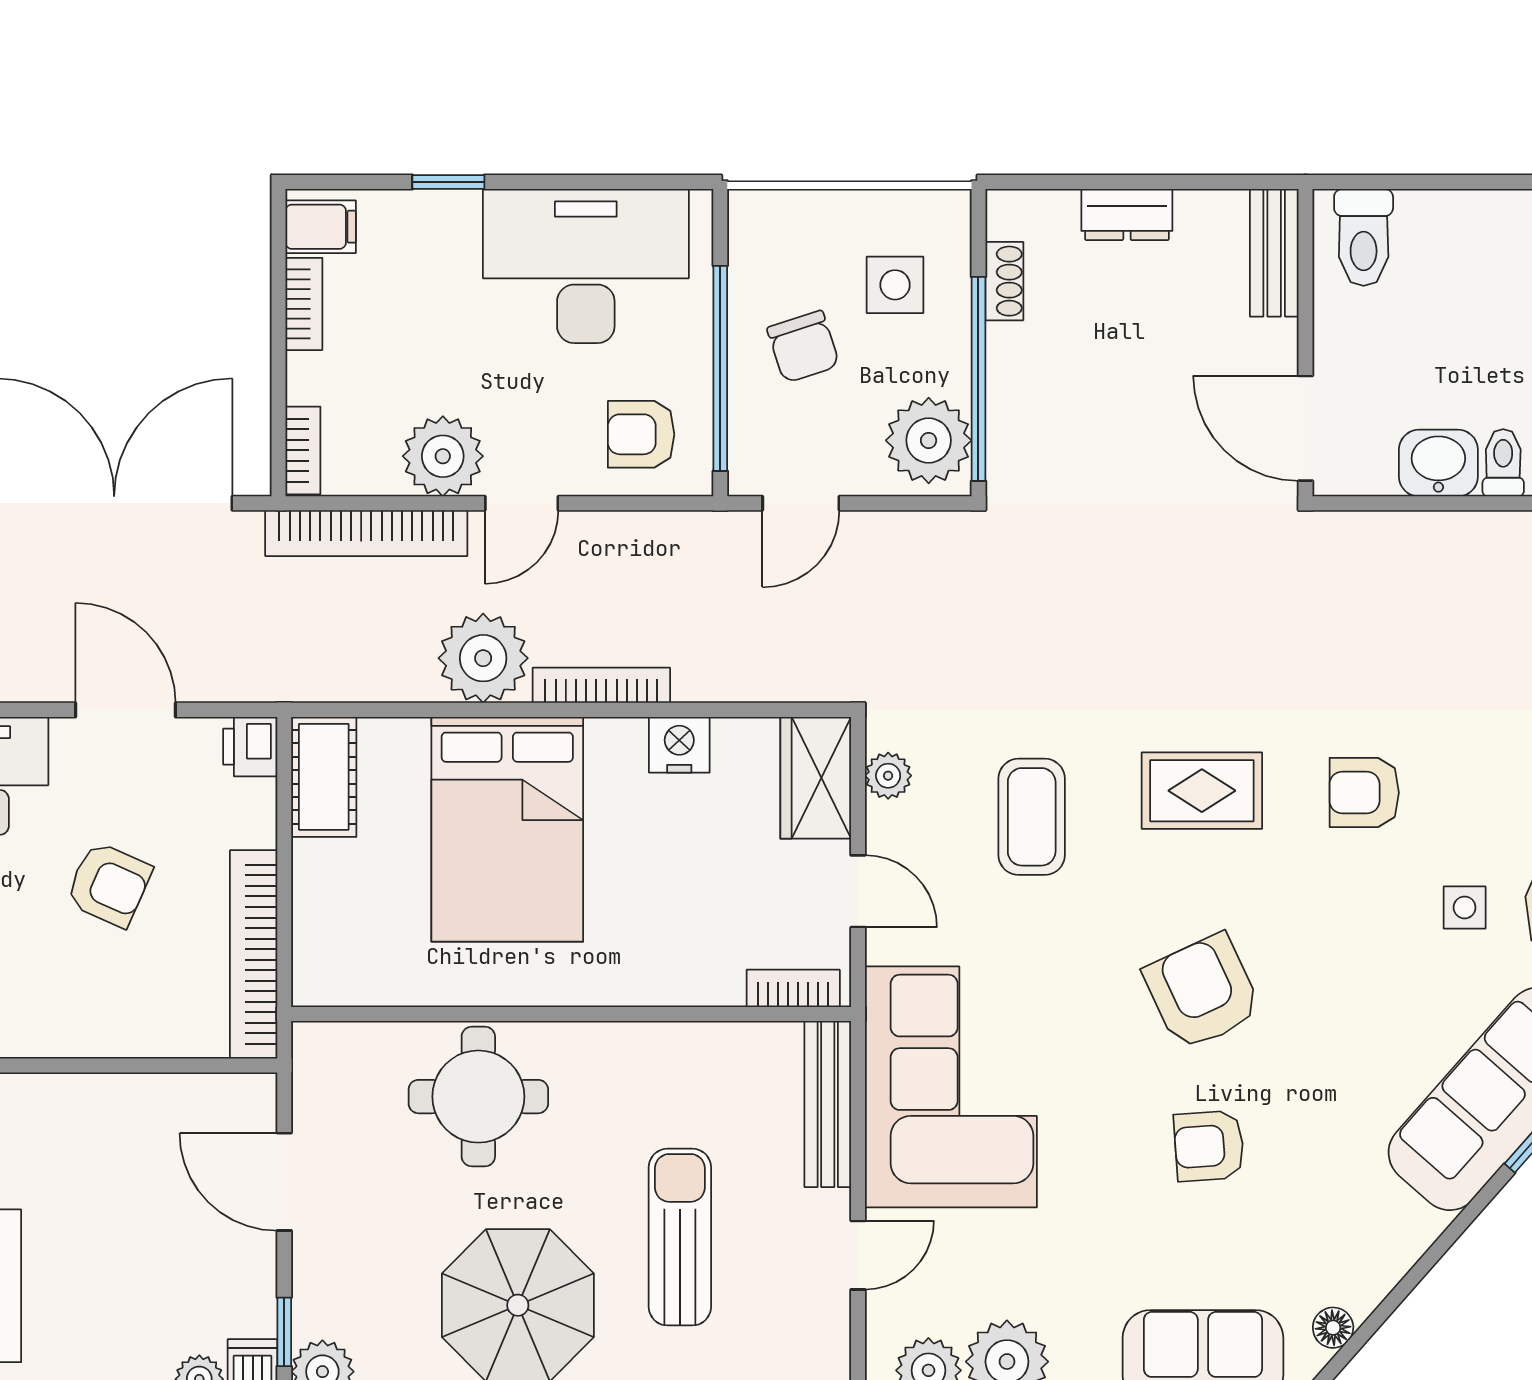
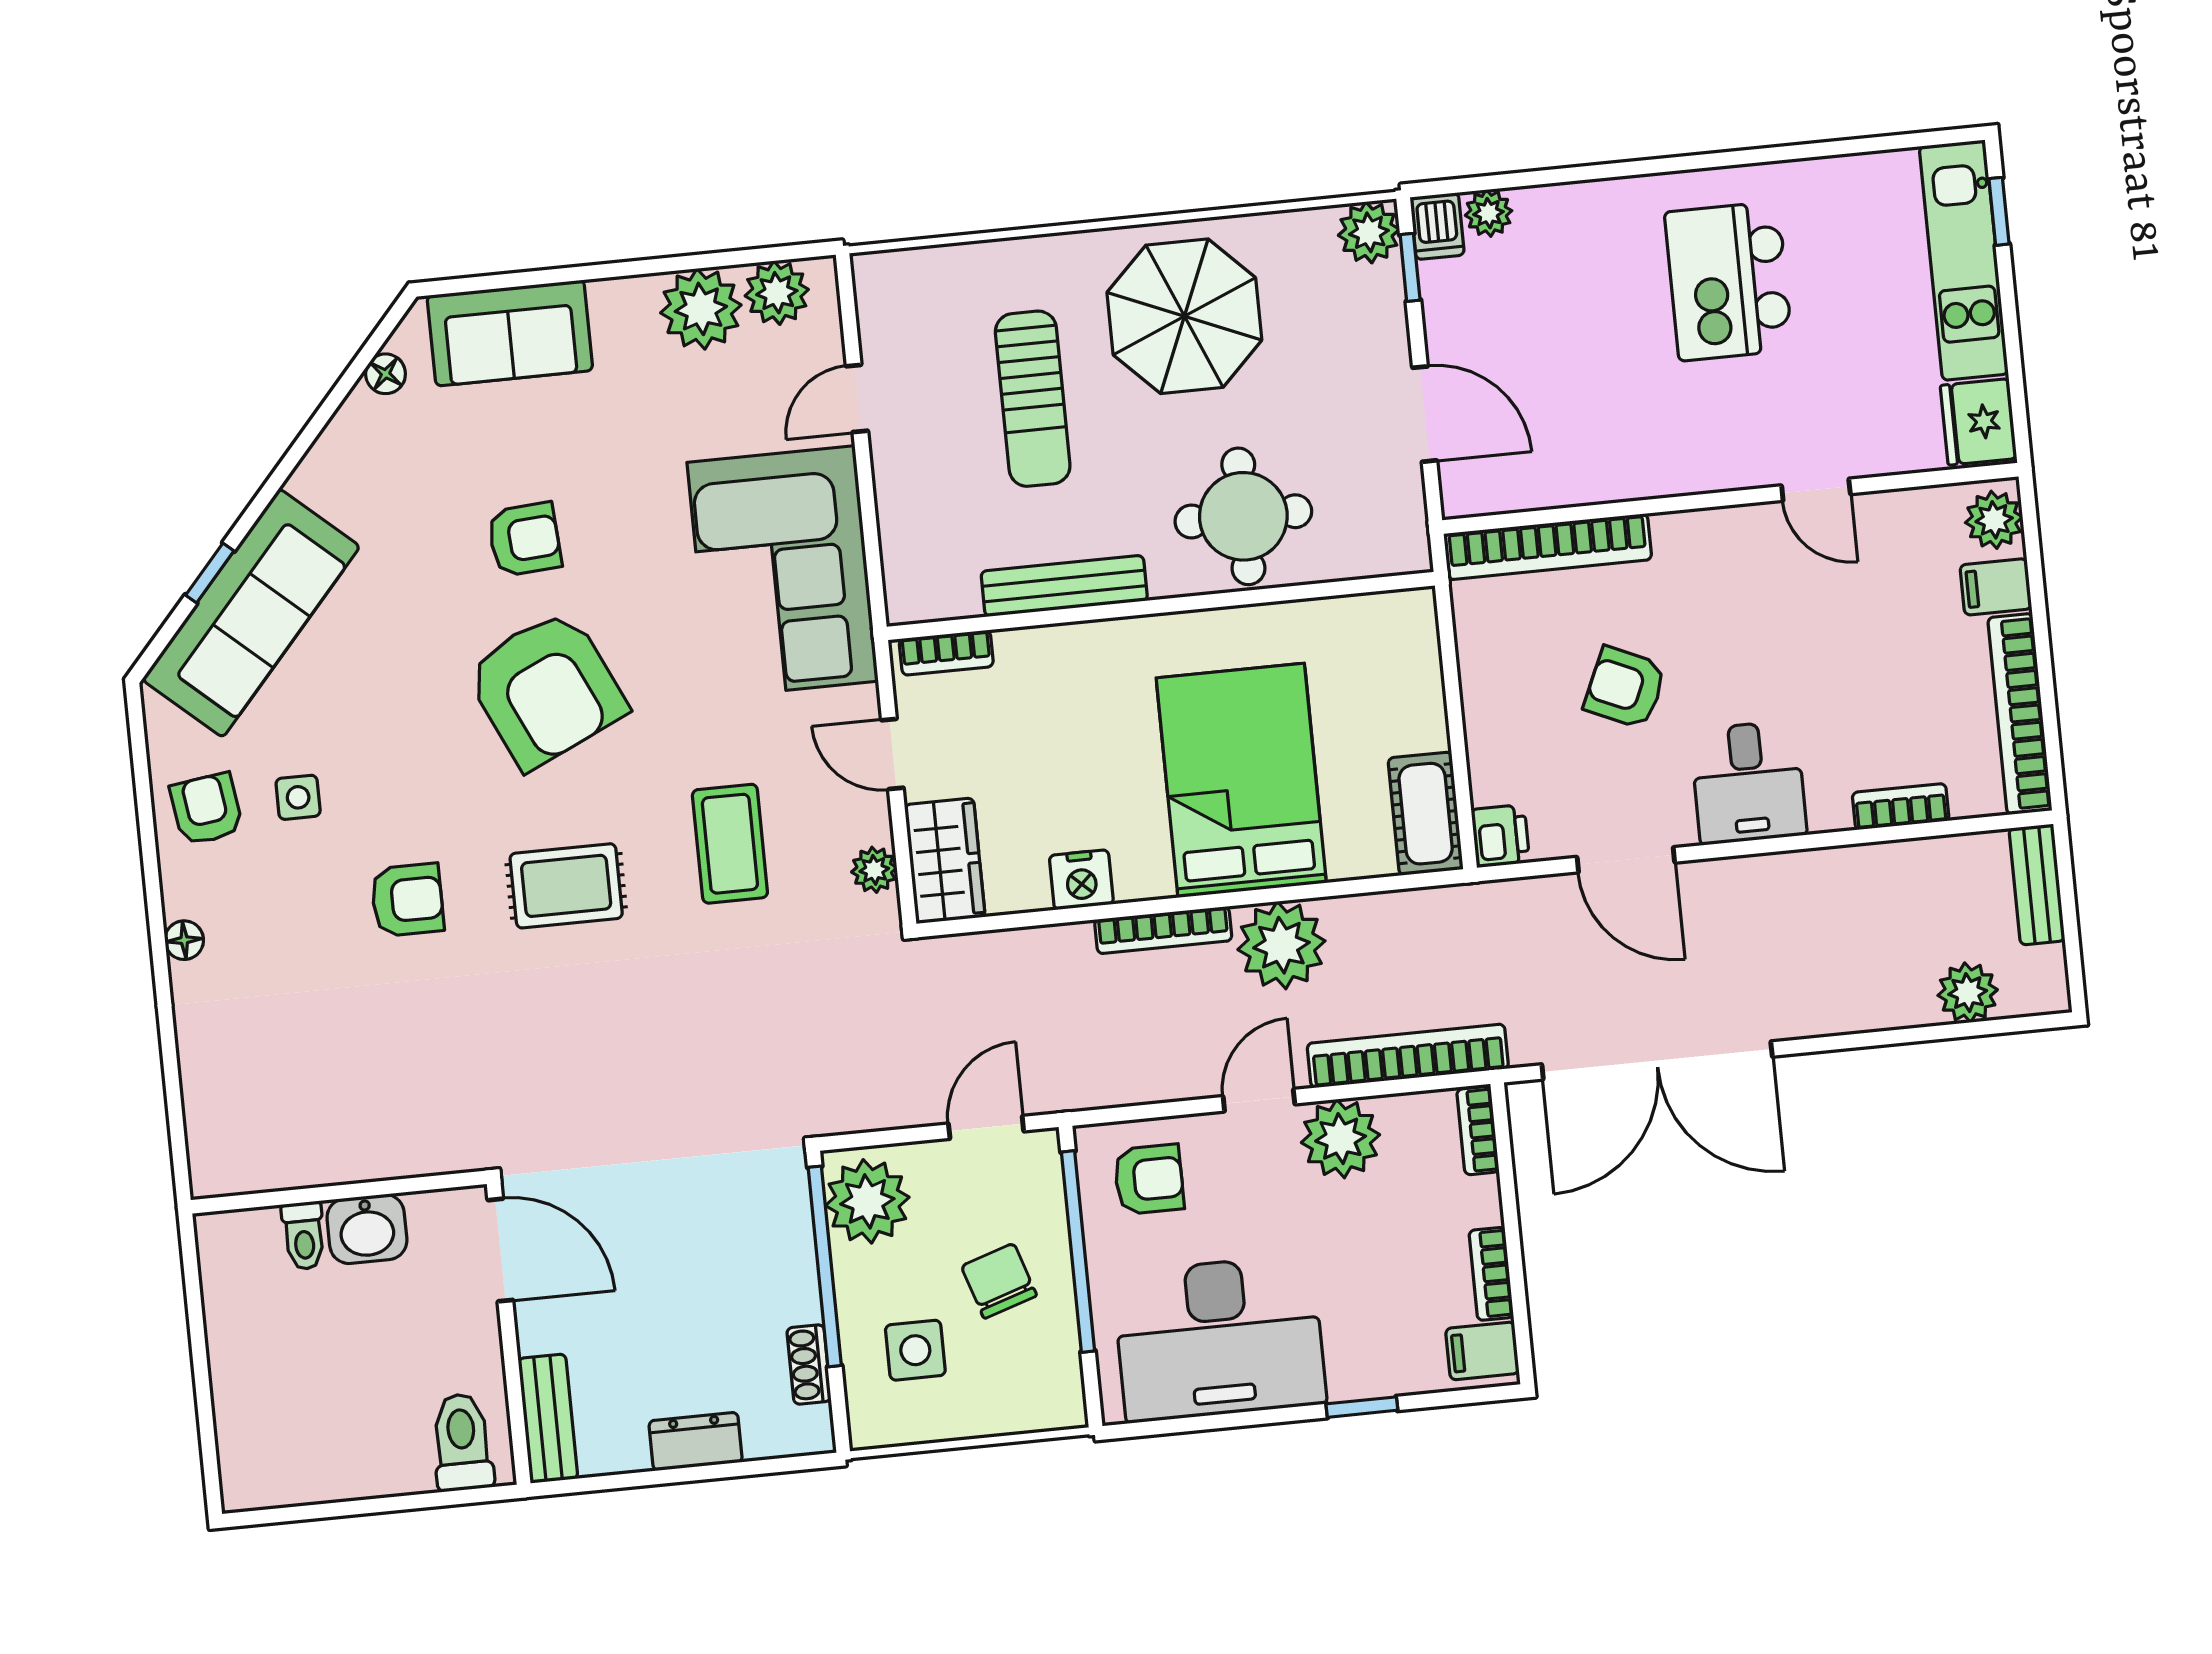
bookcase: (254, 954) -> (1548, 547), moved, turned 90
armchair: (1202, 992) -> (546, 689), width x1.36, depth x1.36
bench: (828, 1104) -> (1064, 586), moved, turned 90

